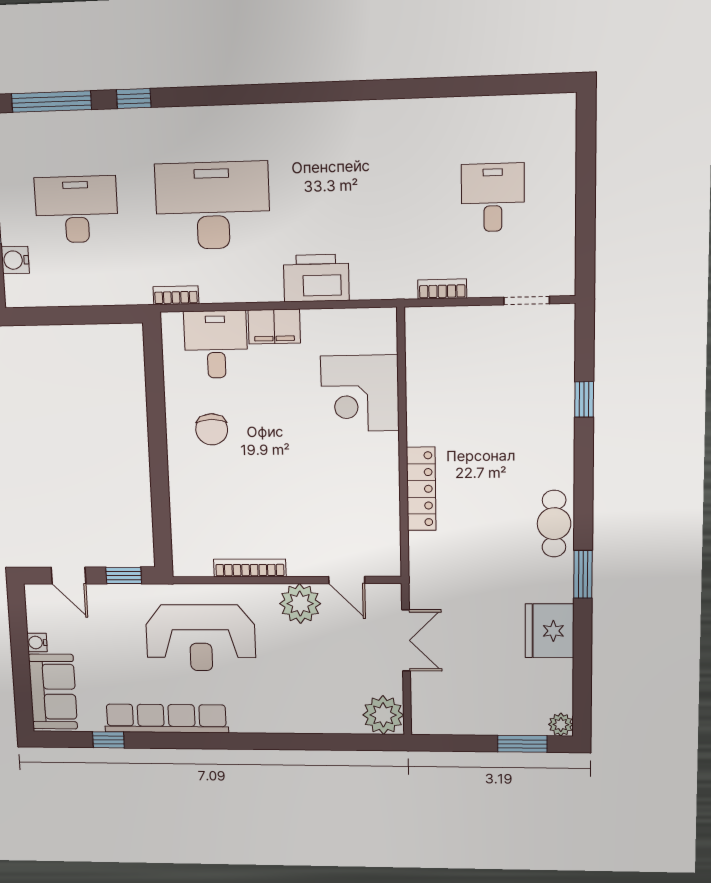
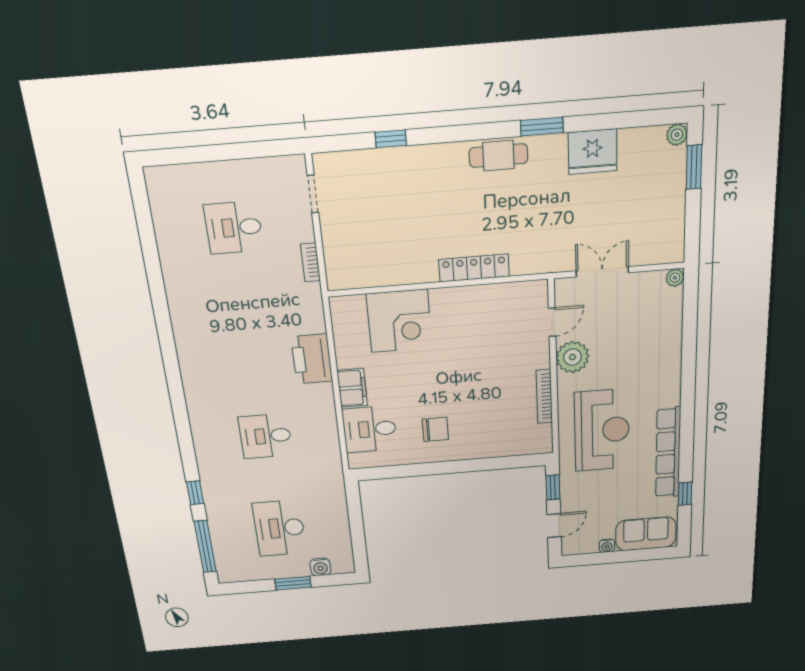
desk: (212, 206) -> (266, 436), width x0.53, depth x0.77
bookcase: (176, 295) -> (335, 459), removed
plant: (383, 715) -> (675, 278), width x0.53, depth x0.53

